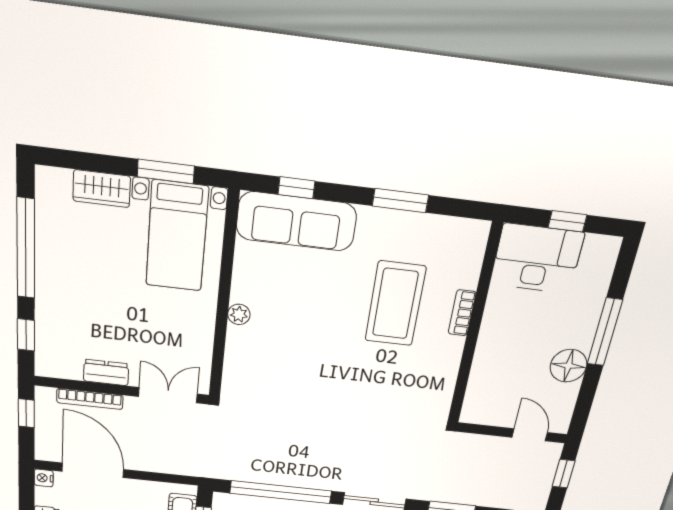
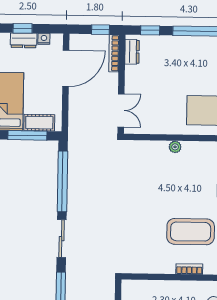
dresser: (106, 372) -> (132, 52), moved
bookcase: (90, 399) -> (114, 53), moved
nightstand: (44, 478) -> (44, 39), moved

